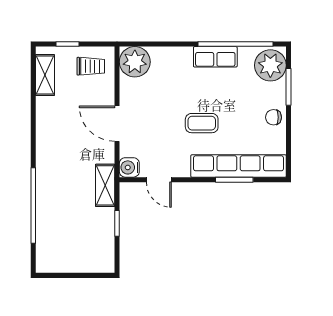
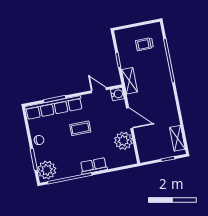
row of seats: (215, 57) -> (94, 166), moved
plant: (135, 62) -> (123, 141), moved
trolley: (91, 66) -> (144, 44), moved

